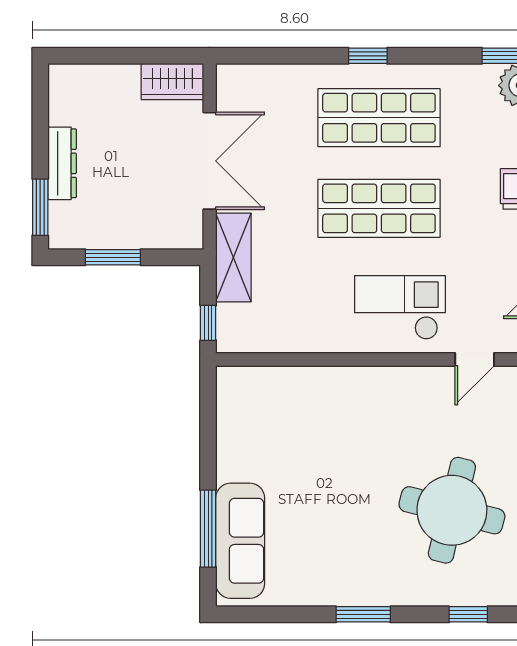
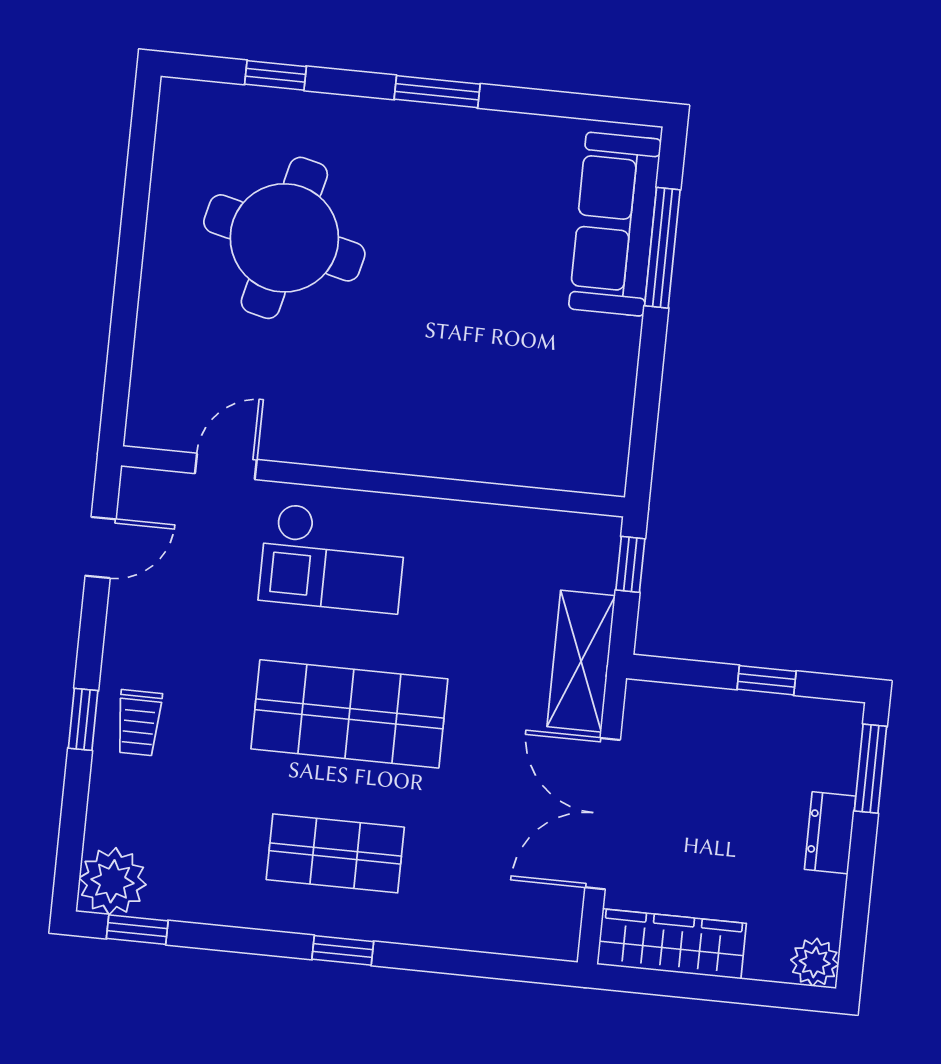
plant: (63, 79) -> (815, 962), added
wardrobe: (172, 82) -> (672, 944), width x1.50
shop shelf: (379, 118) -> (335, 853), width x0.70, depth x0.74
dresser: (62, 163) -> (830, 833), width x0.70
window: (113, 257) -> (767, 680), width x0.67

